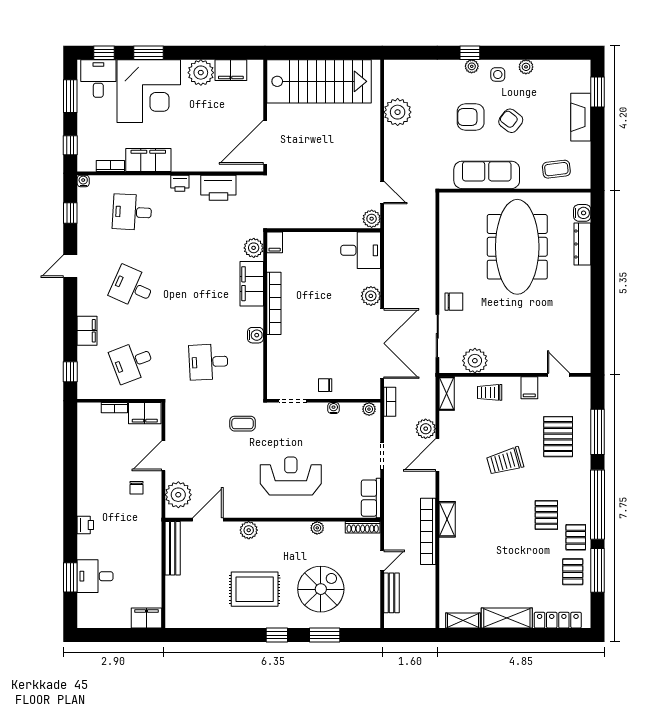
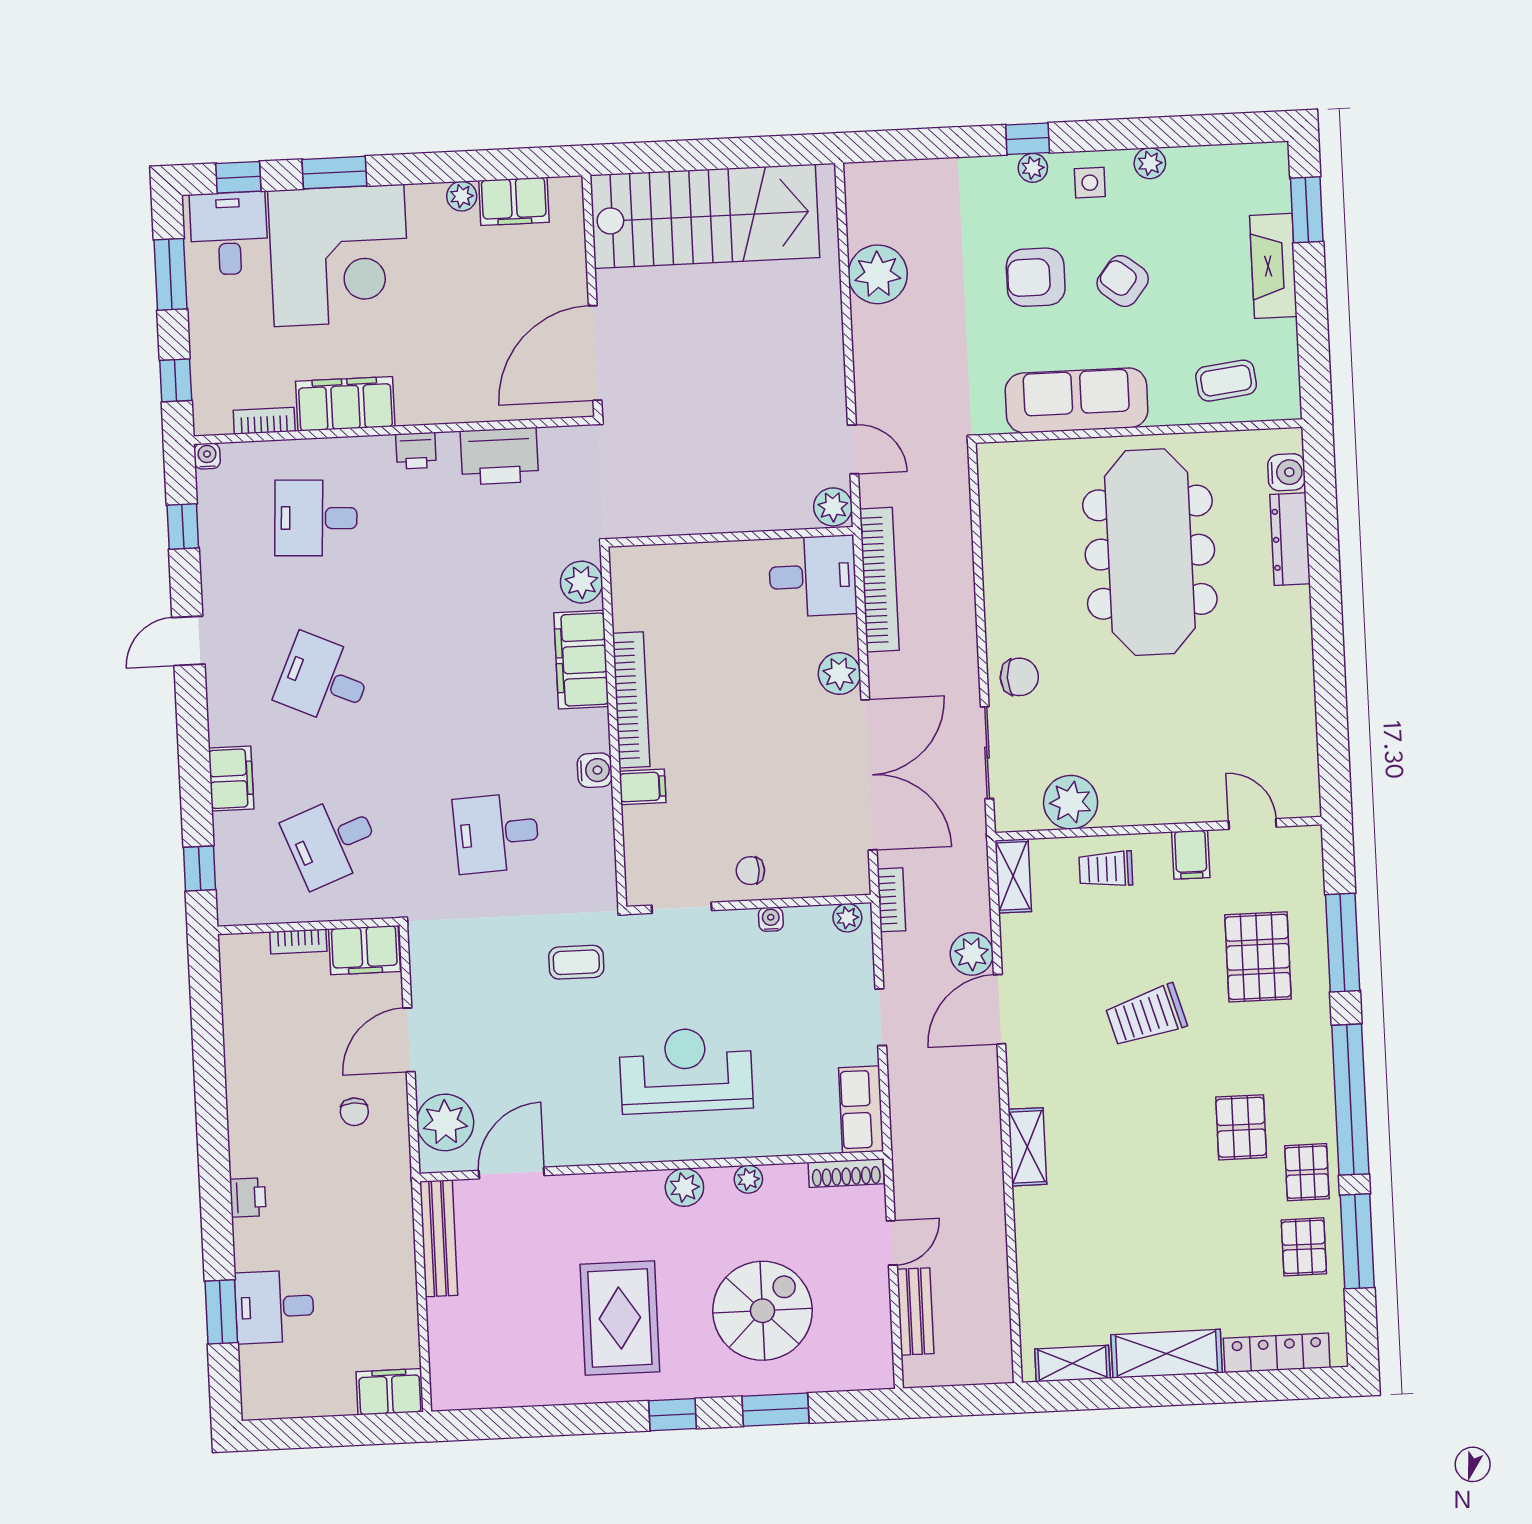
plant: (201, 73) -> (462, 196), width x0.53, depth x0.53
filing cabinet: (275, 242) -> (643, 787), moved, turned -90
plant: (249, 530) -> (684, 1187), moved
bookcase: (428, 531) -> (879, 580), moved, turned 180
rug: (255, 589) -> (620, 1318), turned 90

